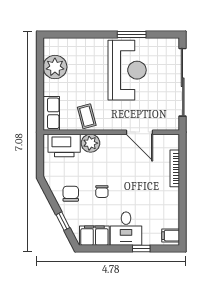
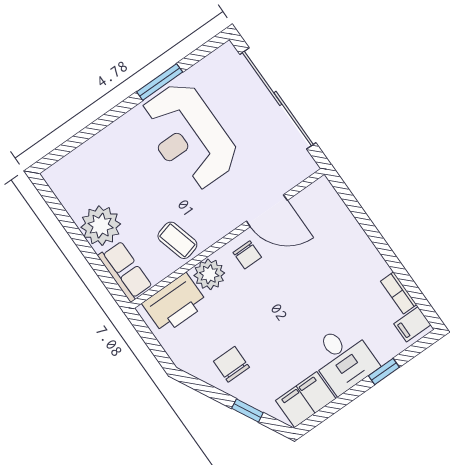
plant: (55, 67) -> (101, 226), moved
reception desk: (127, 70) -> (188, 136), turned 180
bookcase: (175, 168) -> (399, 293), moved, width x0.64
chair: (102, 192) -> (247, 255), moved

